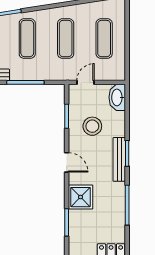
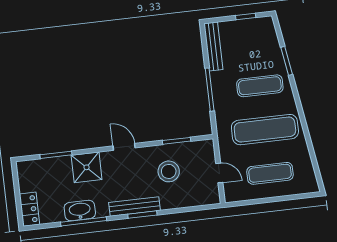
exercise mat: (66, 39) -> (265, 130), width x1.36, depth x1.45
door: (86, 82) -> (219, 173), moved
washbasin: (117, 97) -> (80, 211), moved
door: (67, 162) -> (124, 147), swing flipped

